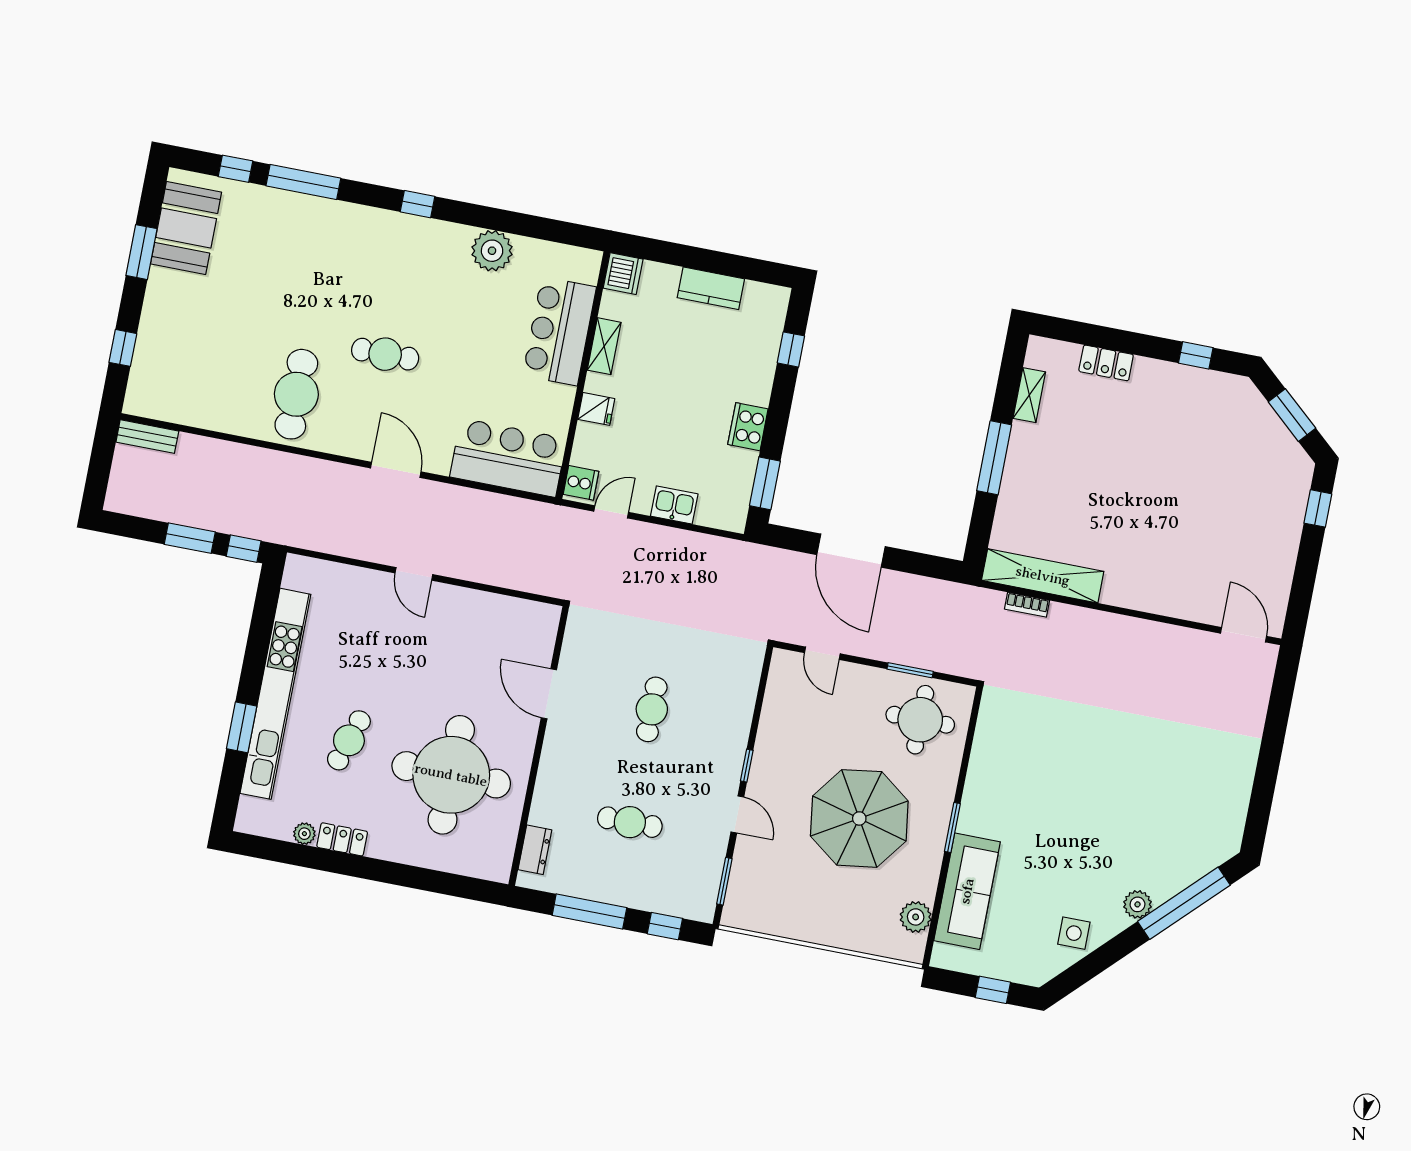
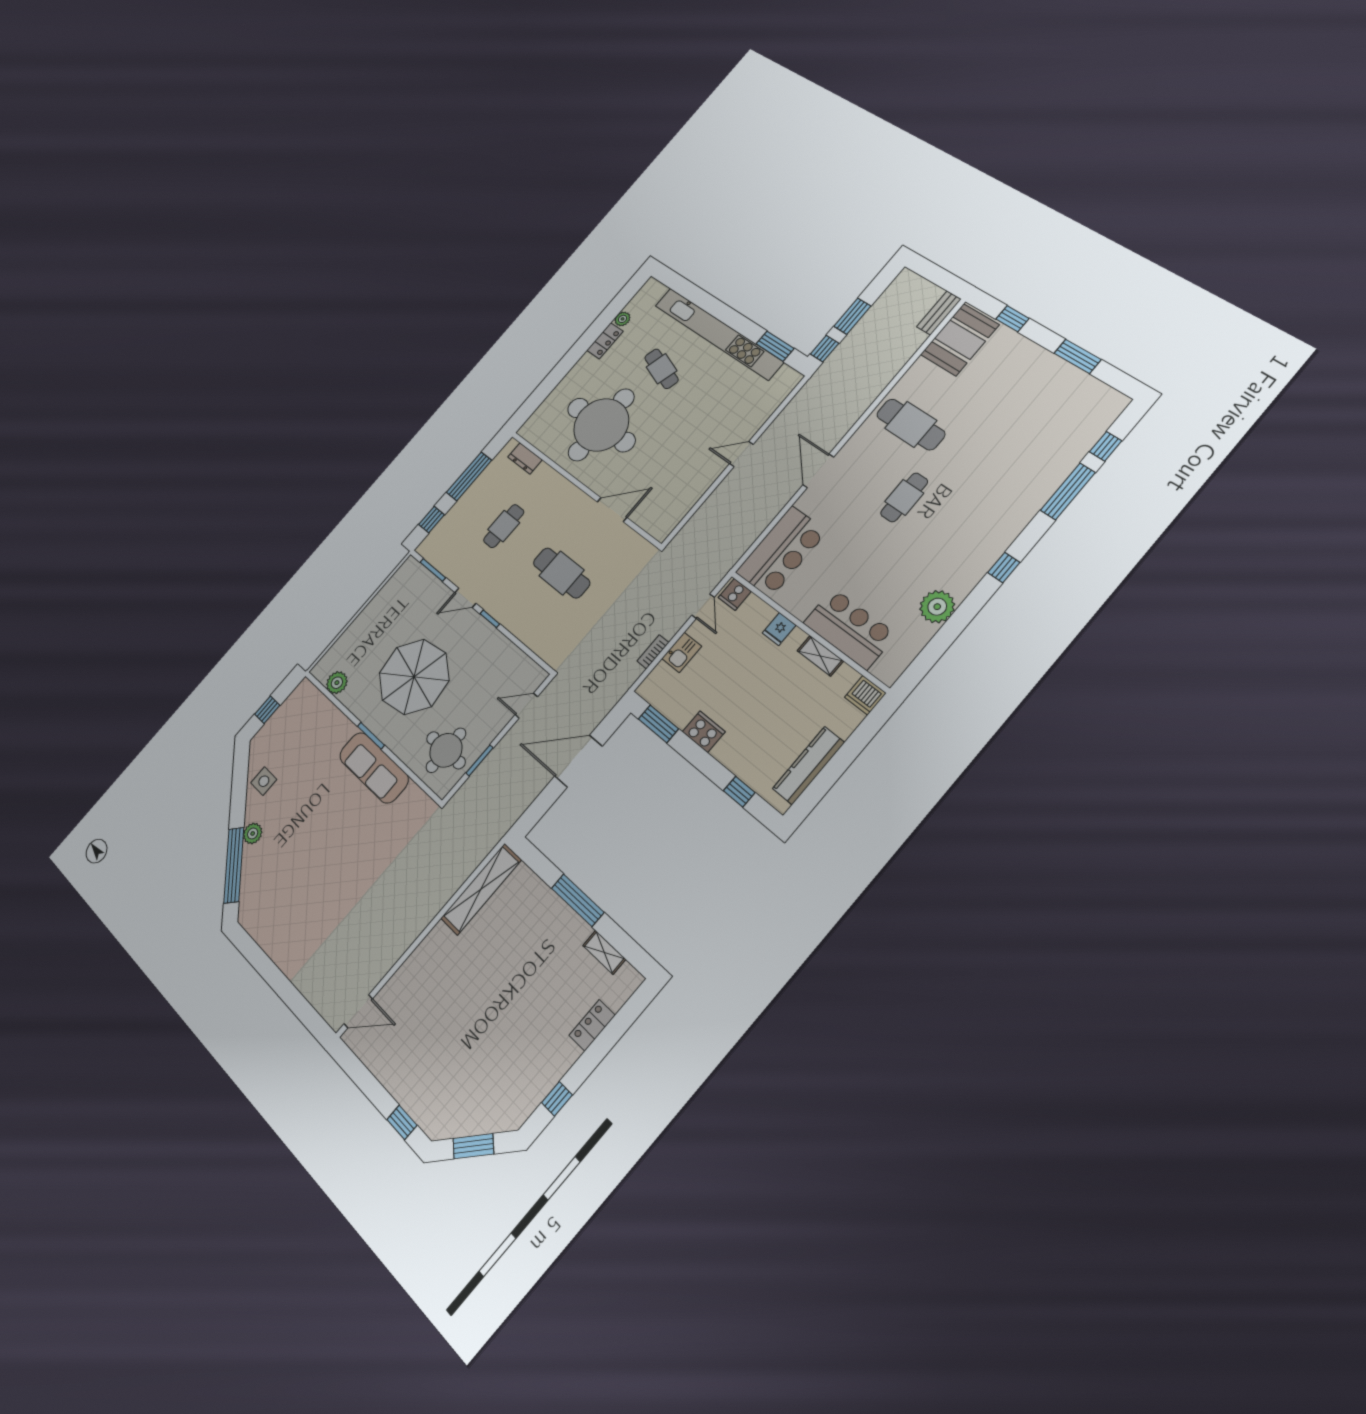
booth: (186, 228) -> (960, 340), moved, turned 90
kitchen counter: (711, 288) -> (809, 766), width x1.50
door: (396, 470) -> (818, 471), swing flipped
bookcase: (1027, 605) -> (653, 652), moved
cafe table: (652, 709) -> (562, 573), width x1.37, depth x1.35
window: (242, 727) -> (775, 346), moved
sofa: (967, 891) -> (374, 768), moved

